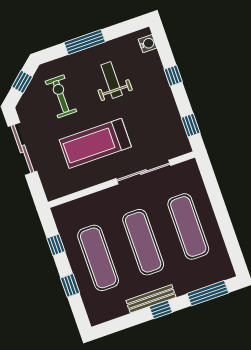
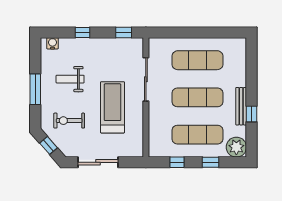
treadmill: (95, 143) -> (112, 107), turned 180
window: (208, 293) -> (252, 63), removed
plant: (99, 310) -> (236, 147), added
window: (161, 310) -> (252, 114), moved

